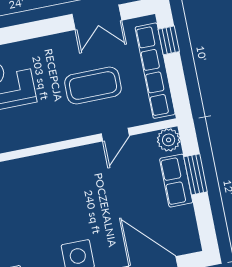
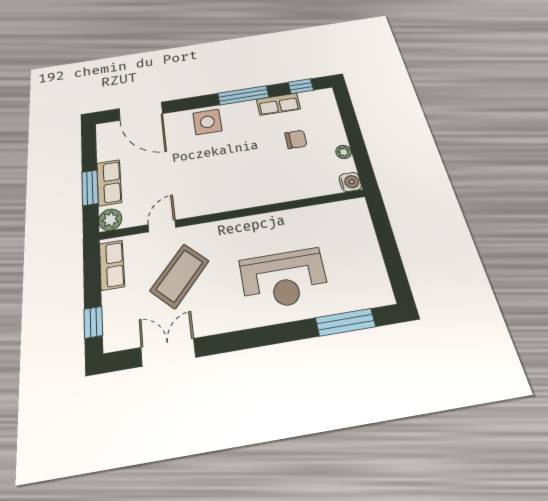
row of seats: (155, 71) -> (112, 265), width x0.50
coffee table: (93, 86) -> (180, 276), turned -47

